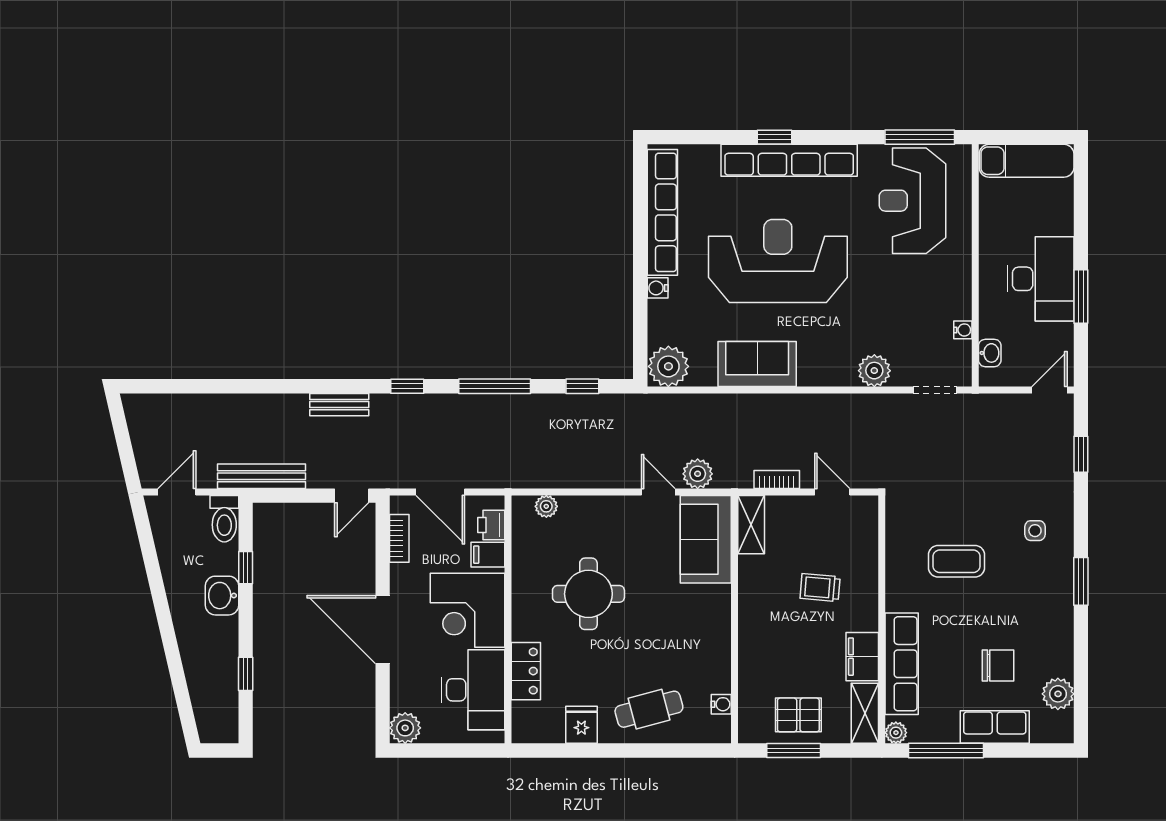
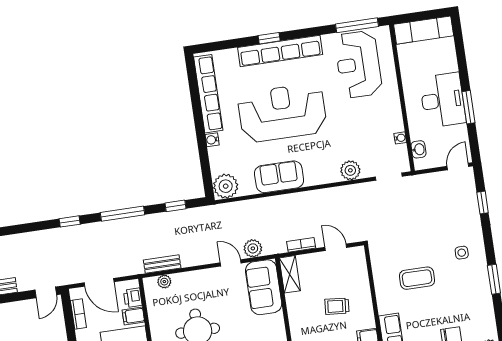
bench: (339, 405) -> (162, 264), moved

